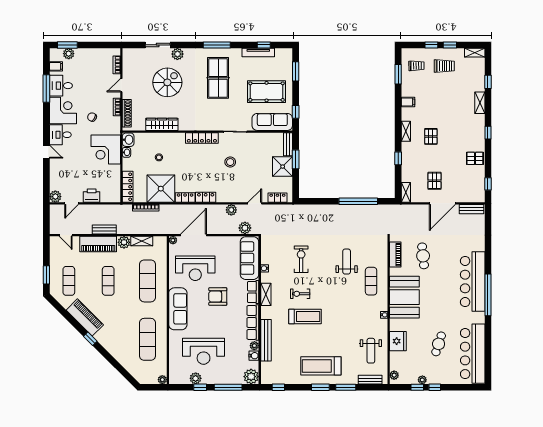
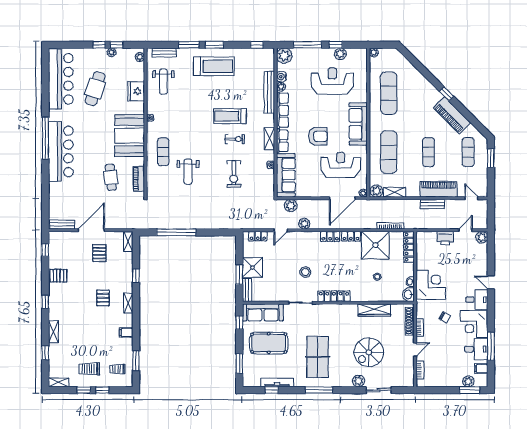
plant: (124, 242) -> (377, 191), moved
cafe table: (439, 344) -> (95, 89), width x1.37, depth x1.35
weight bench: (371, 351) -> (163, 82), turned 180

